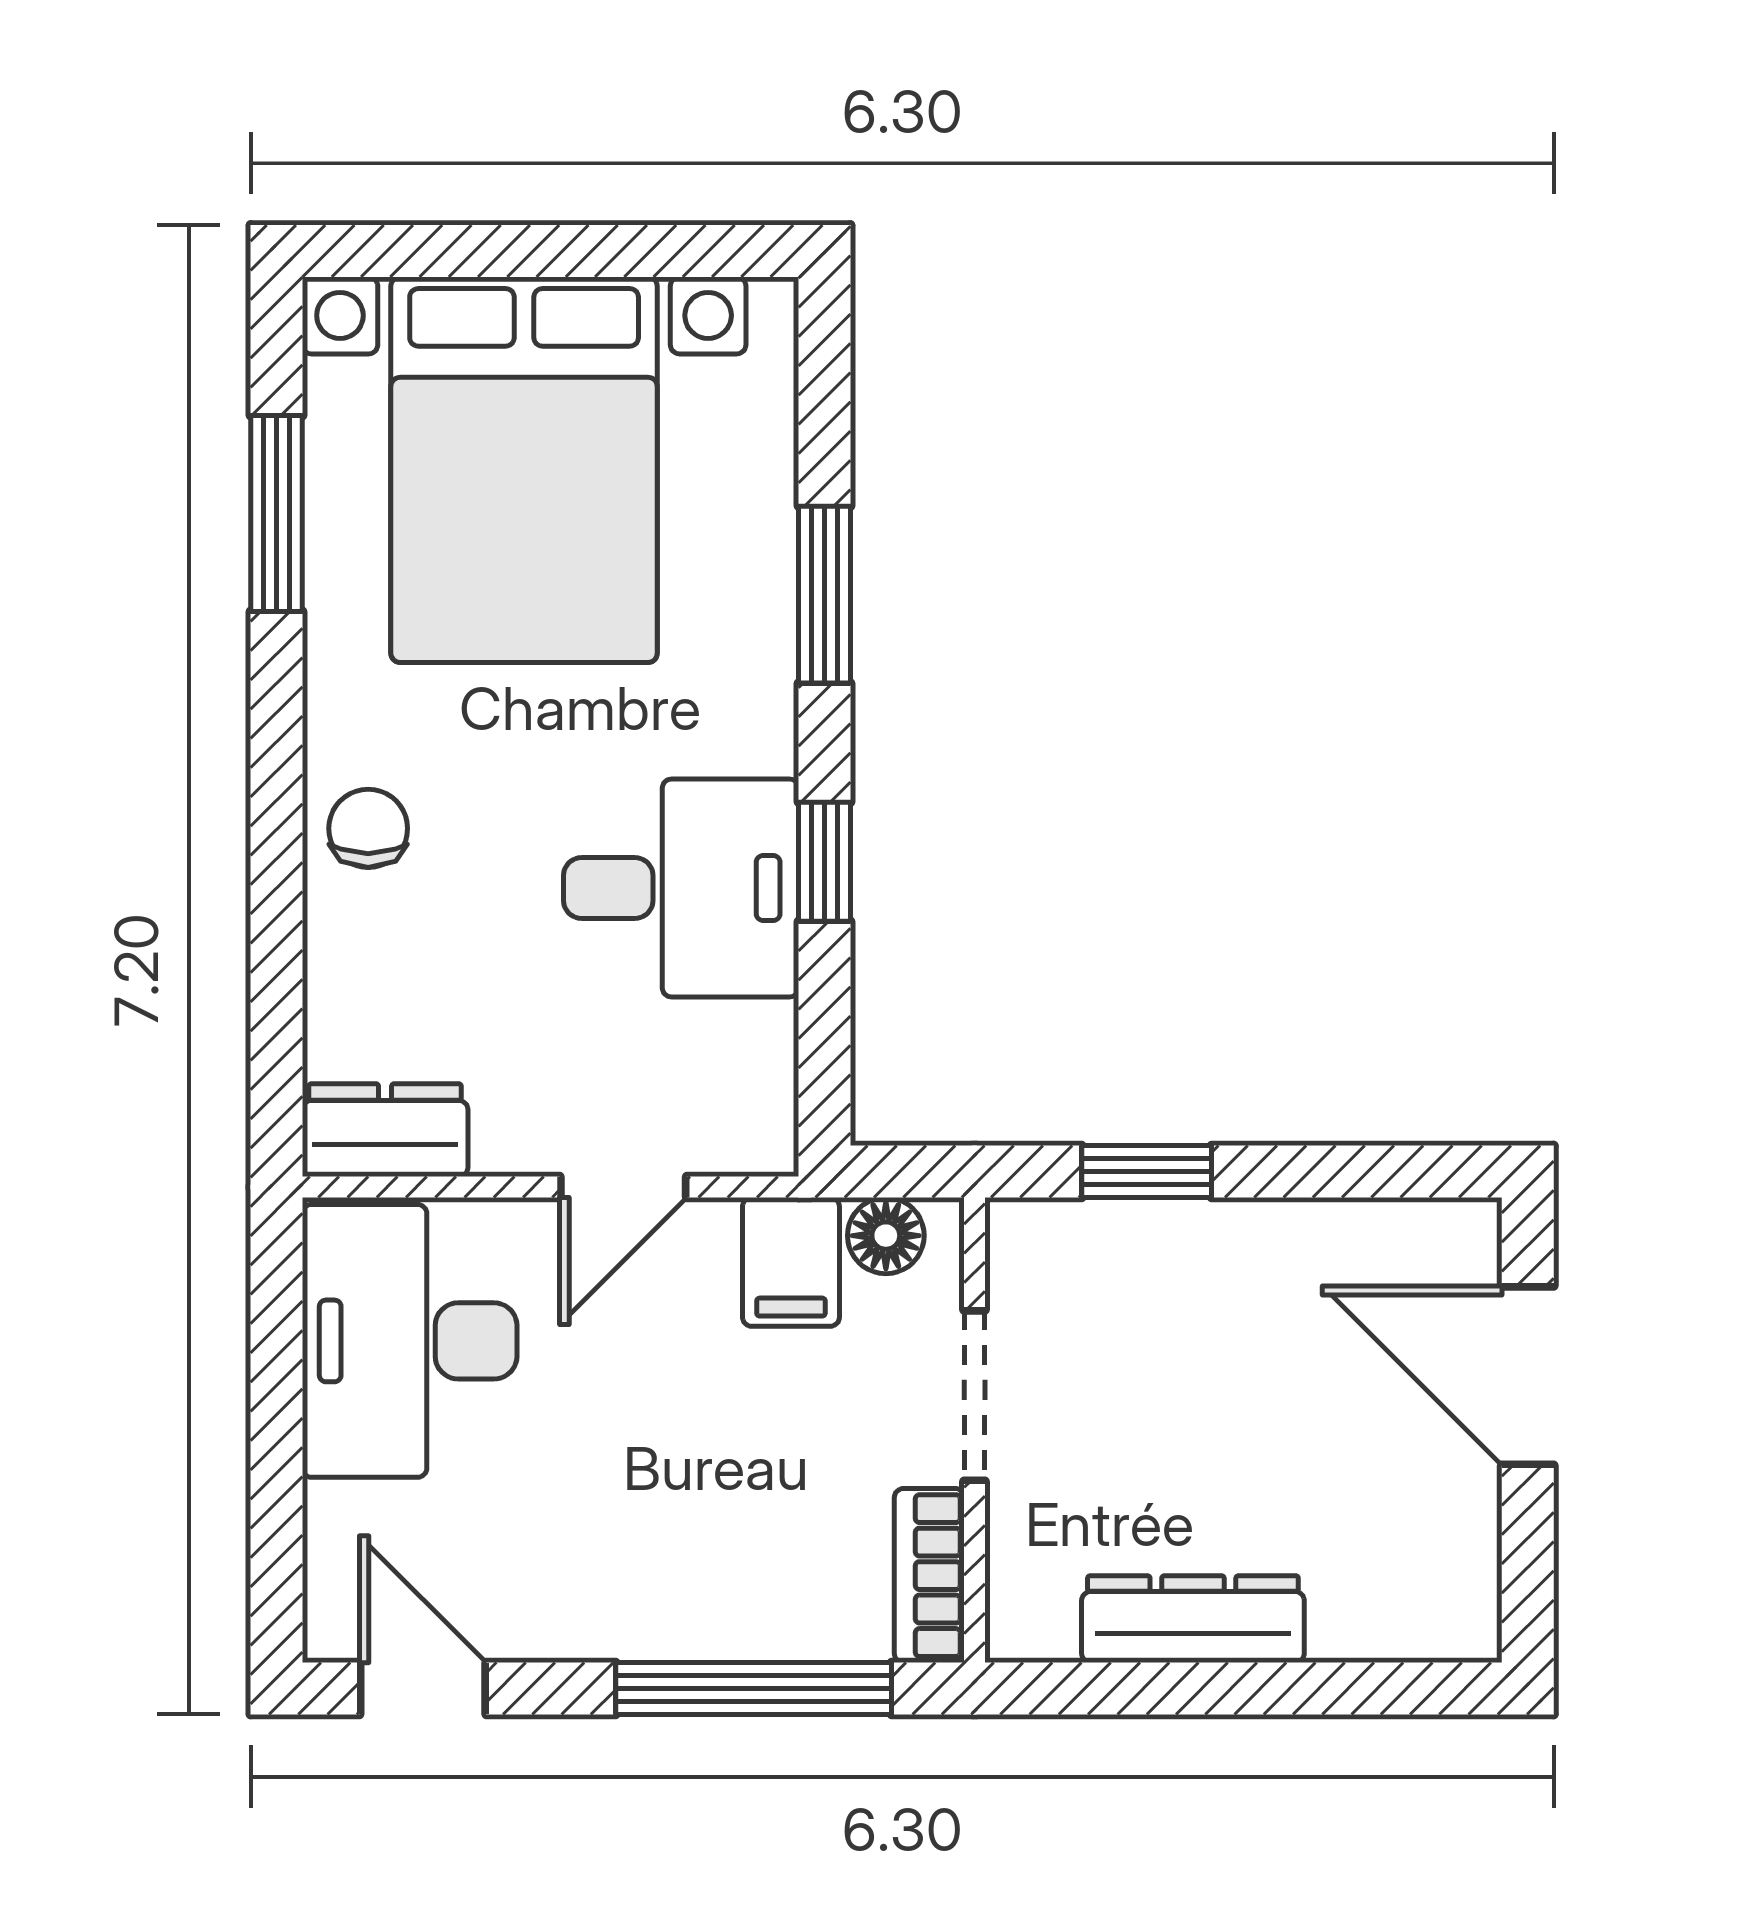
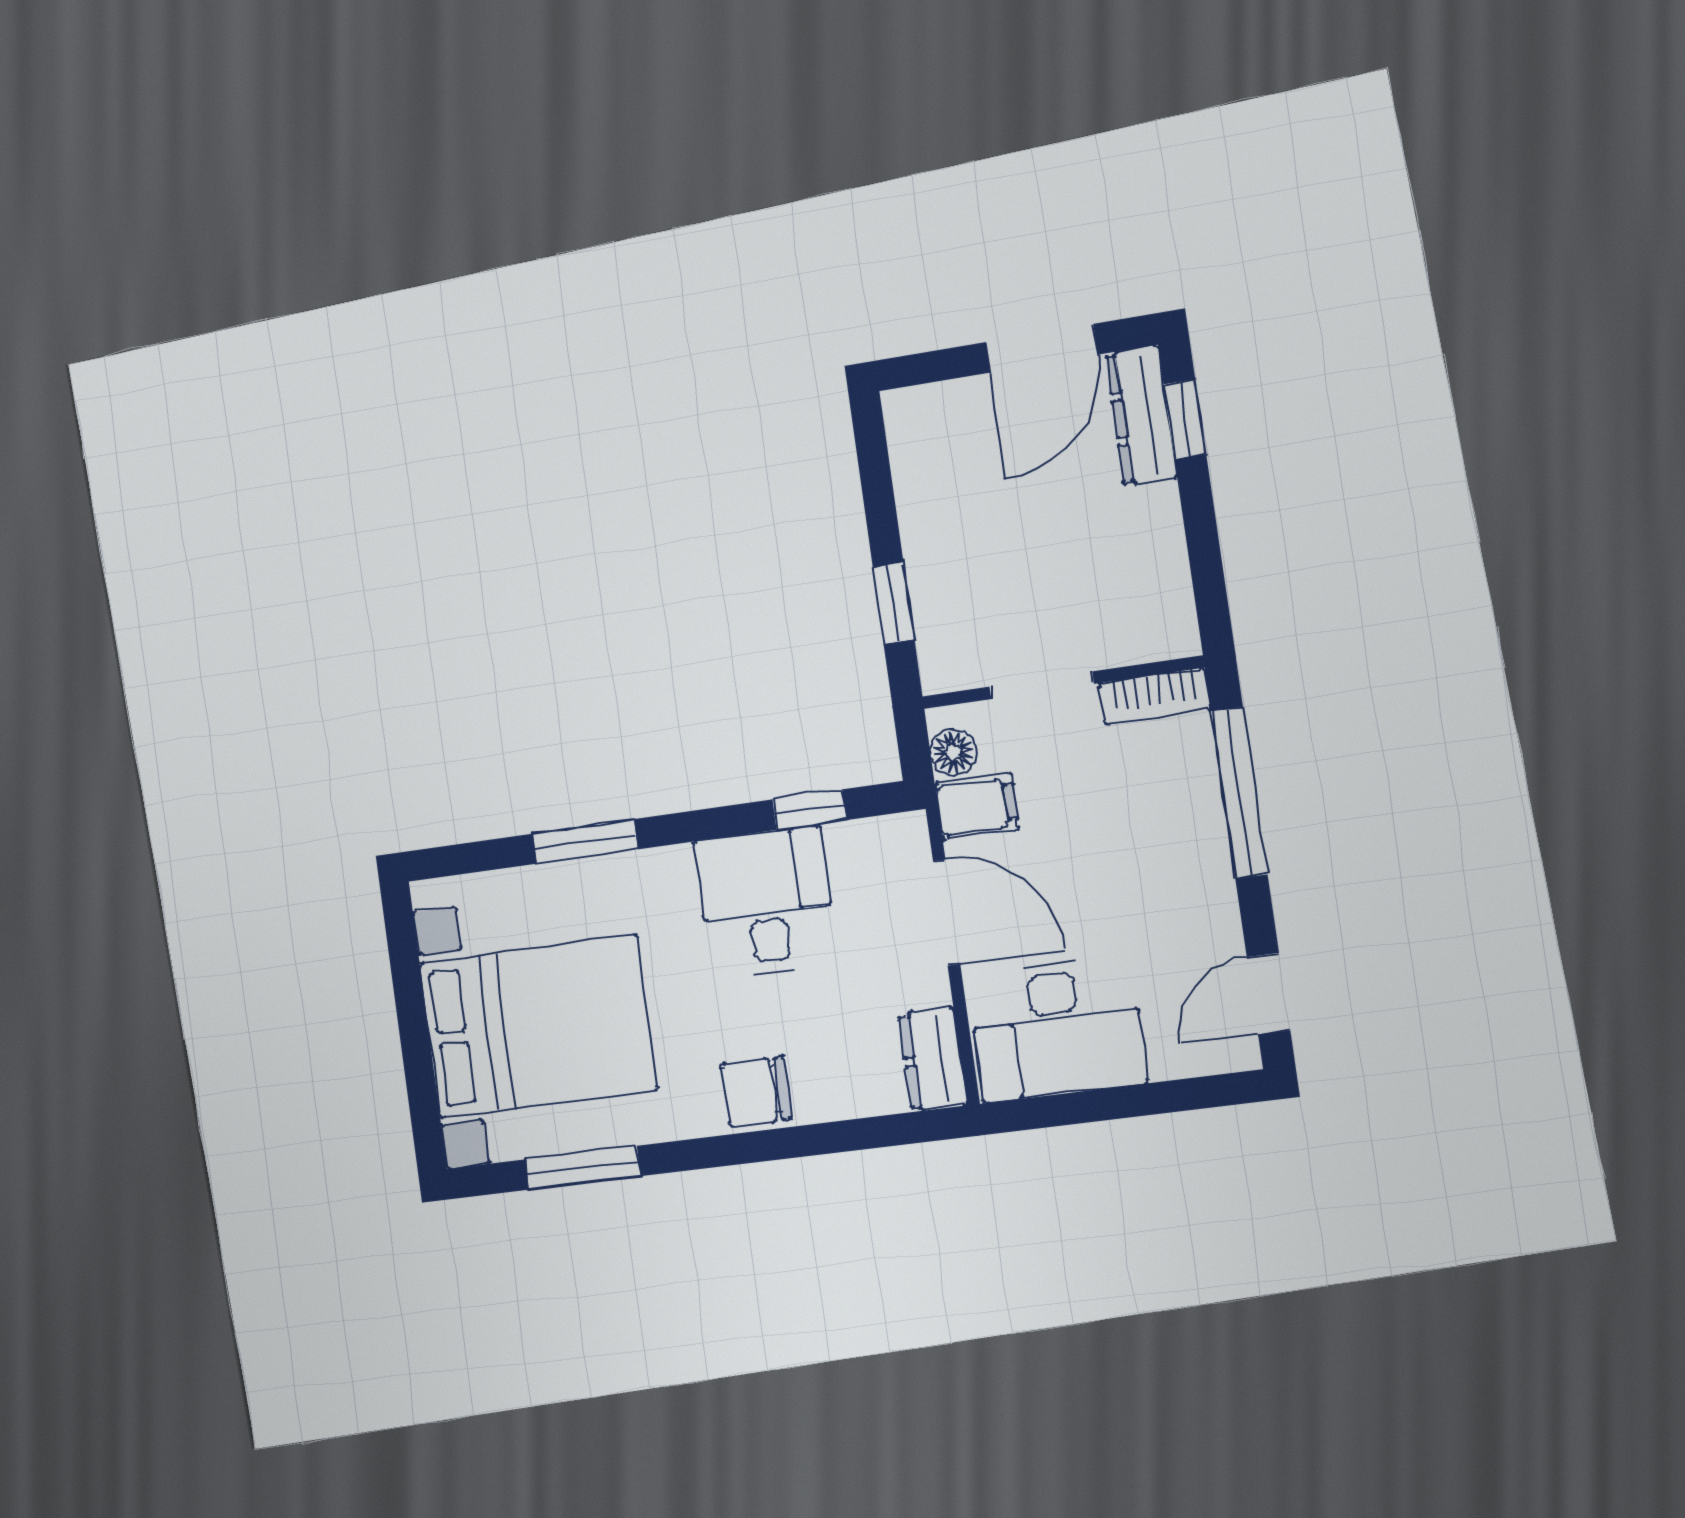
chair: (368, 828) -> (757, 1091), width x1.37, depth x1.37
window: (825, 862) -> (809, 810), moved
door: (623, 1187) -> (947, 913), width x1.38
door: (1528, 1376) -> (1042, 348), moved
dresser: (1193, 1619) -> (1141, 416), moved
window: (1373, 1689) -> (1185, 419), added

